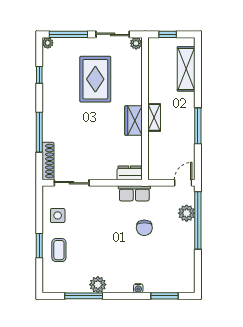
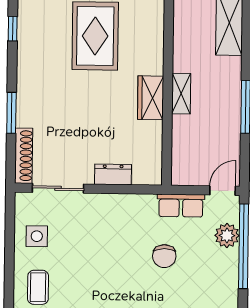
window: (39, 132) -> (11, 113), width x0.69
dresser: (130, 173) -> (113, 174), moved
row of seats: (134, 193) -> (181, 206), moved
window: (39, 246) -> (9, 280), removed

